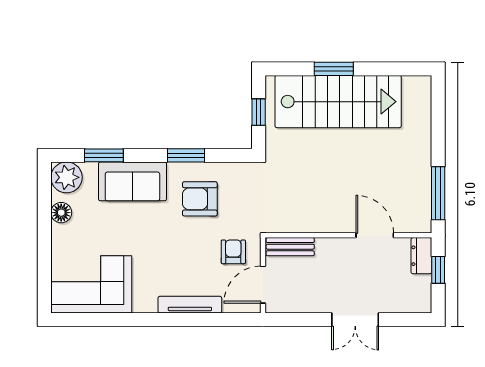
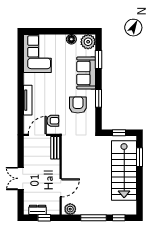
window: (334, 69) -> (140, 157), moved
window: (438, 113) -> (119, 218), added
window: (438, 193) -> (94, 218), moved
plant: (420, 215) -> (70, 209), added
dresser: (421, 256) -> (38, 210), moved
door: (263, 285) -> (37, 135), hinge flipped

